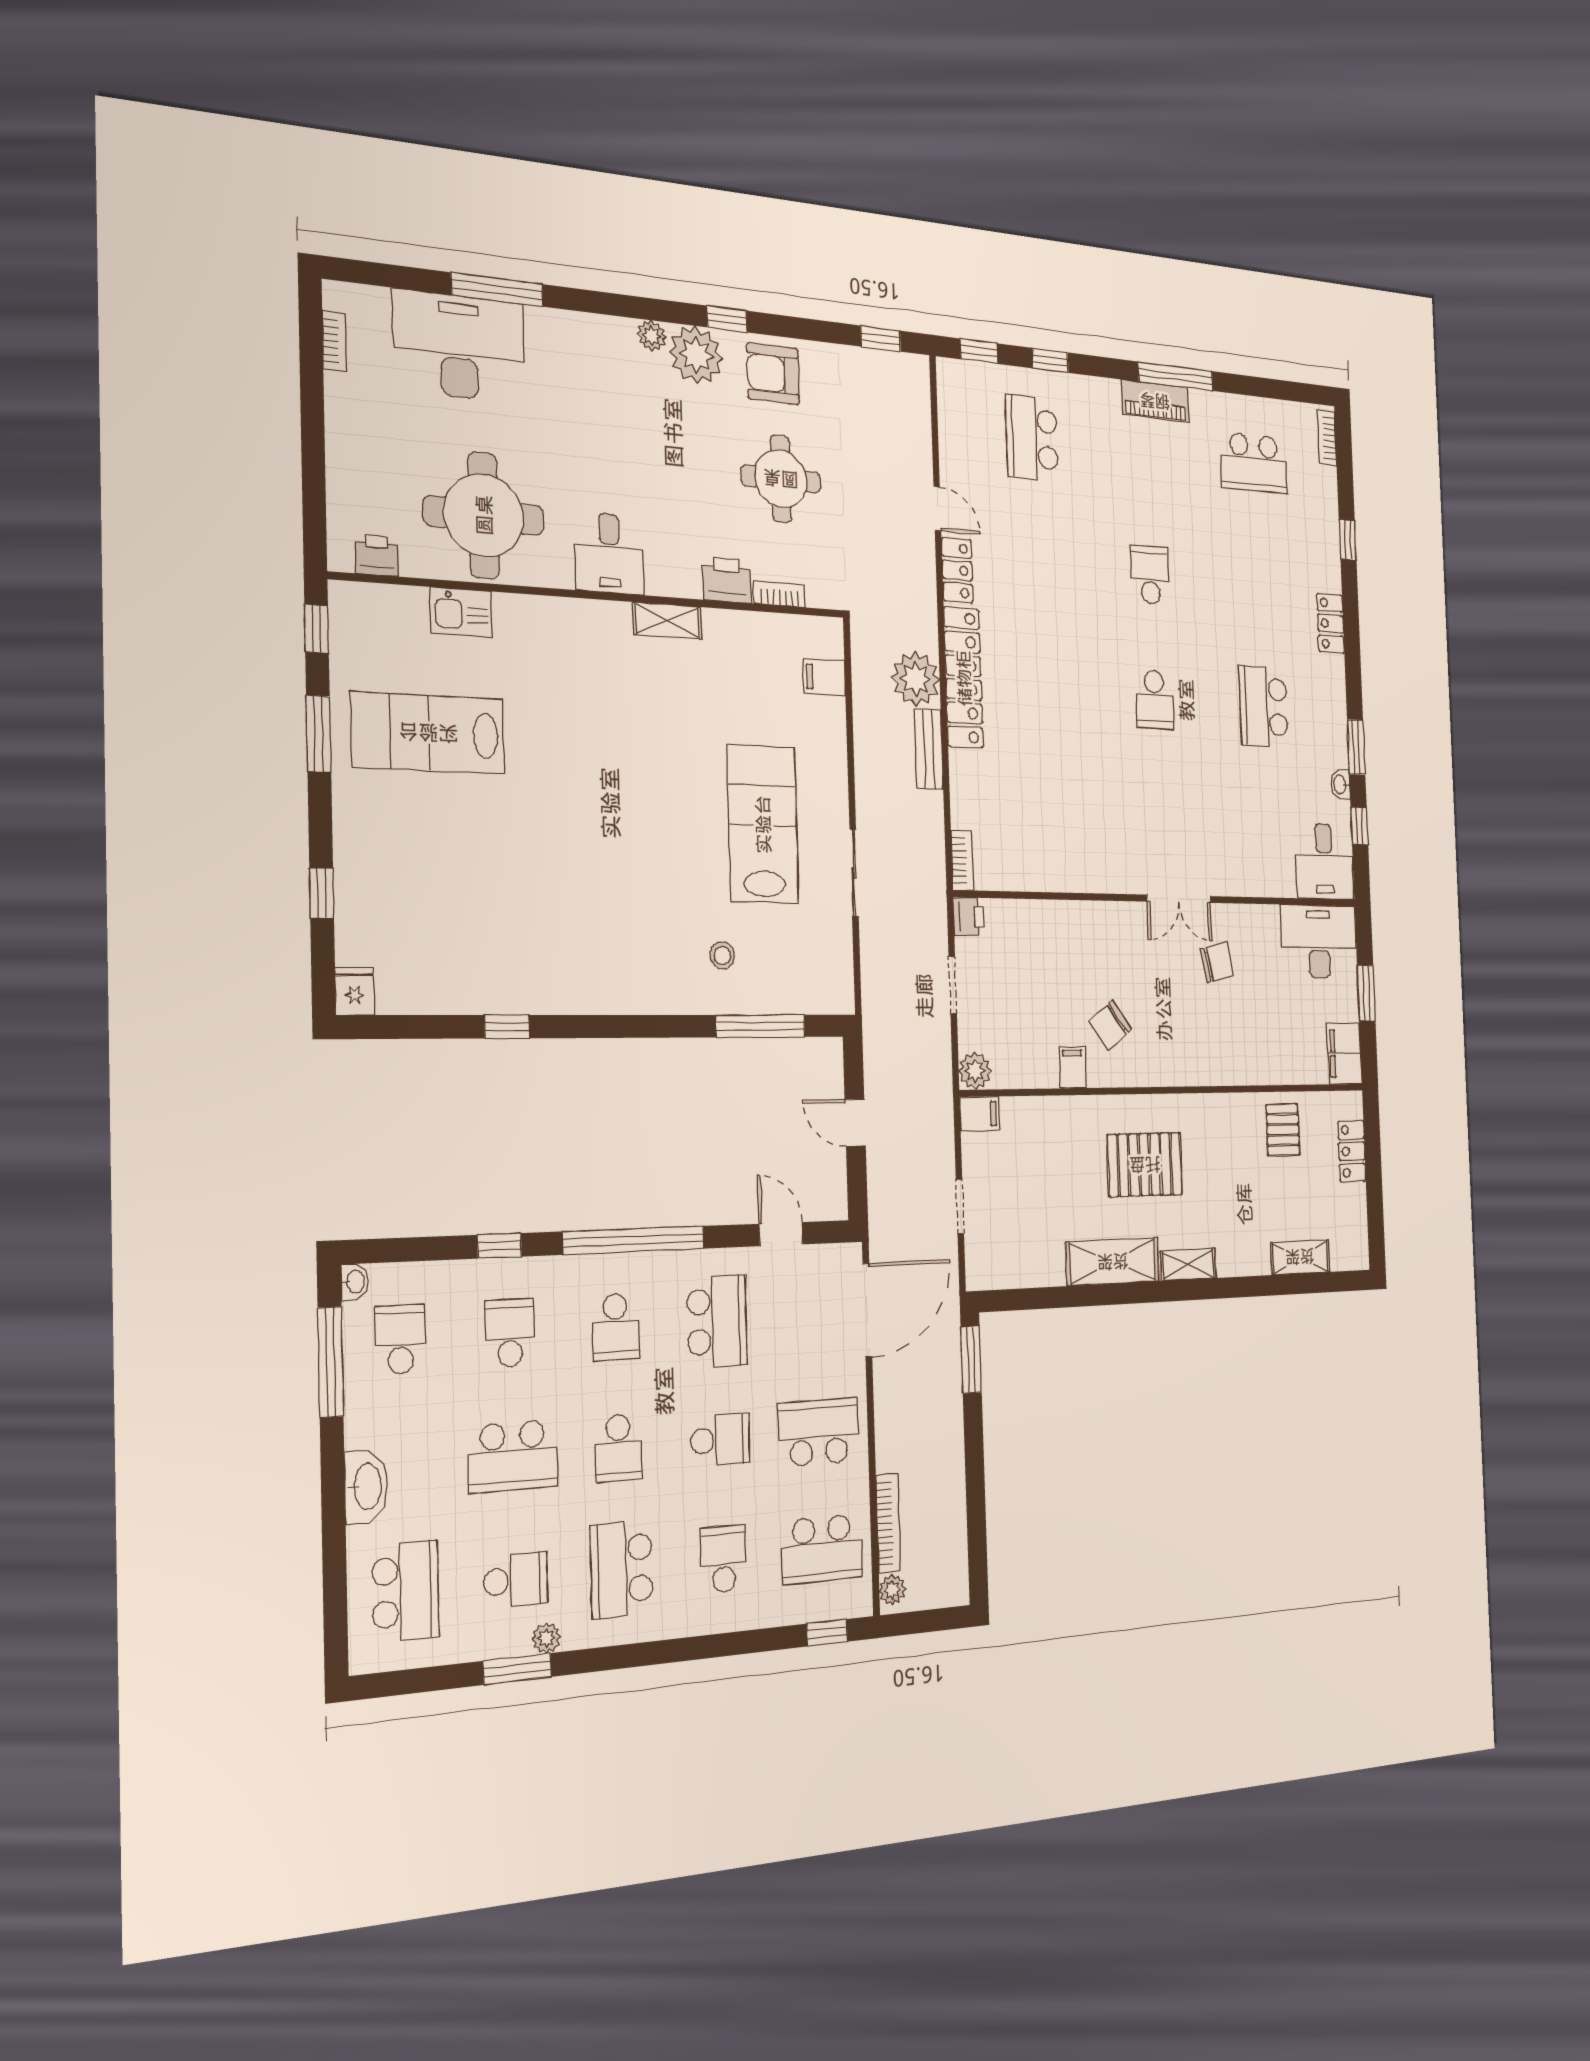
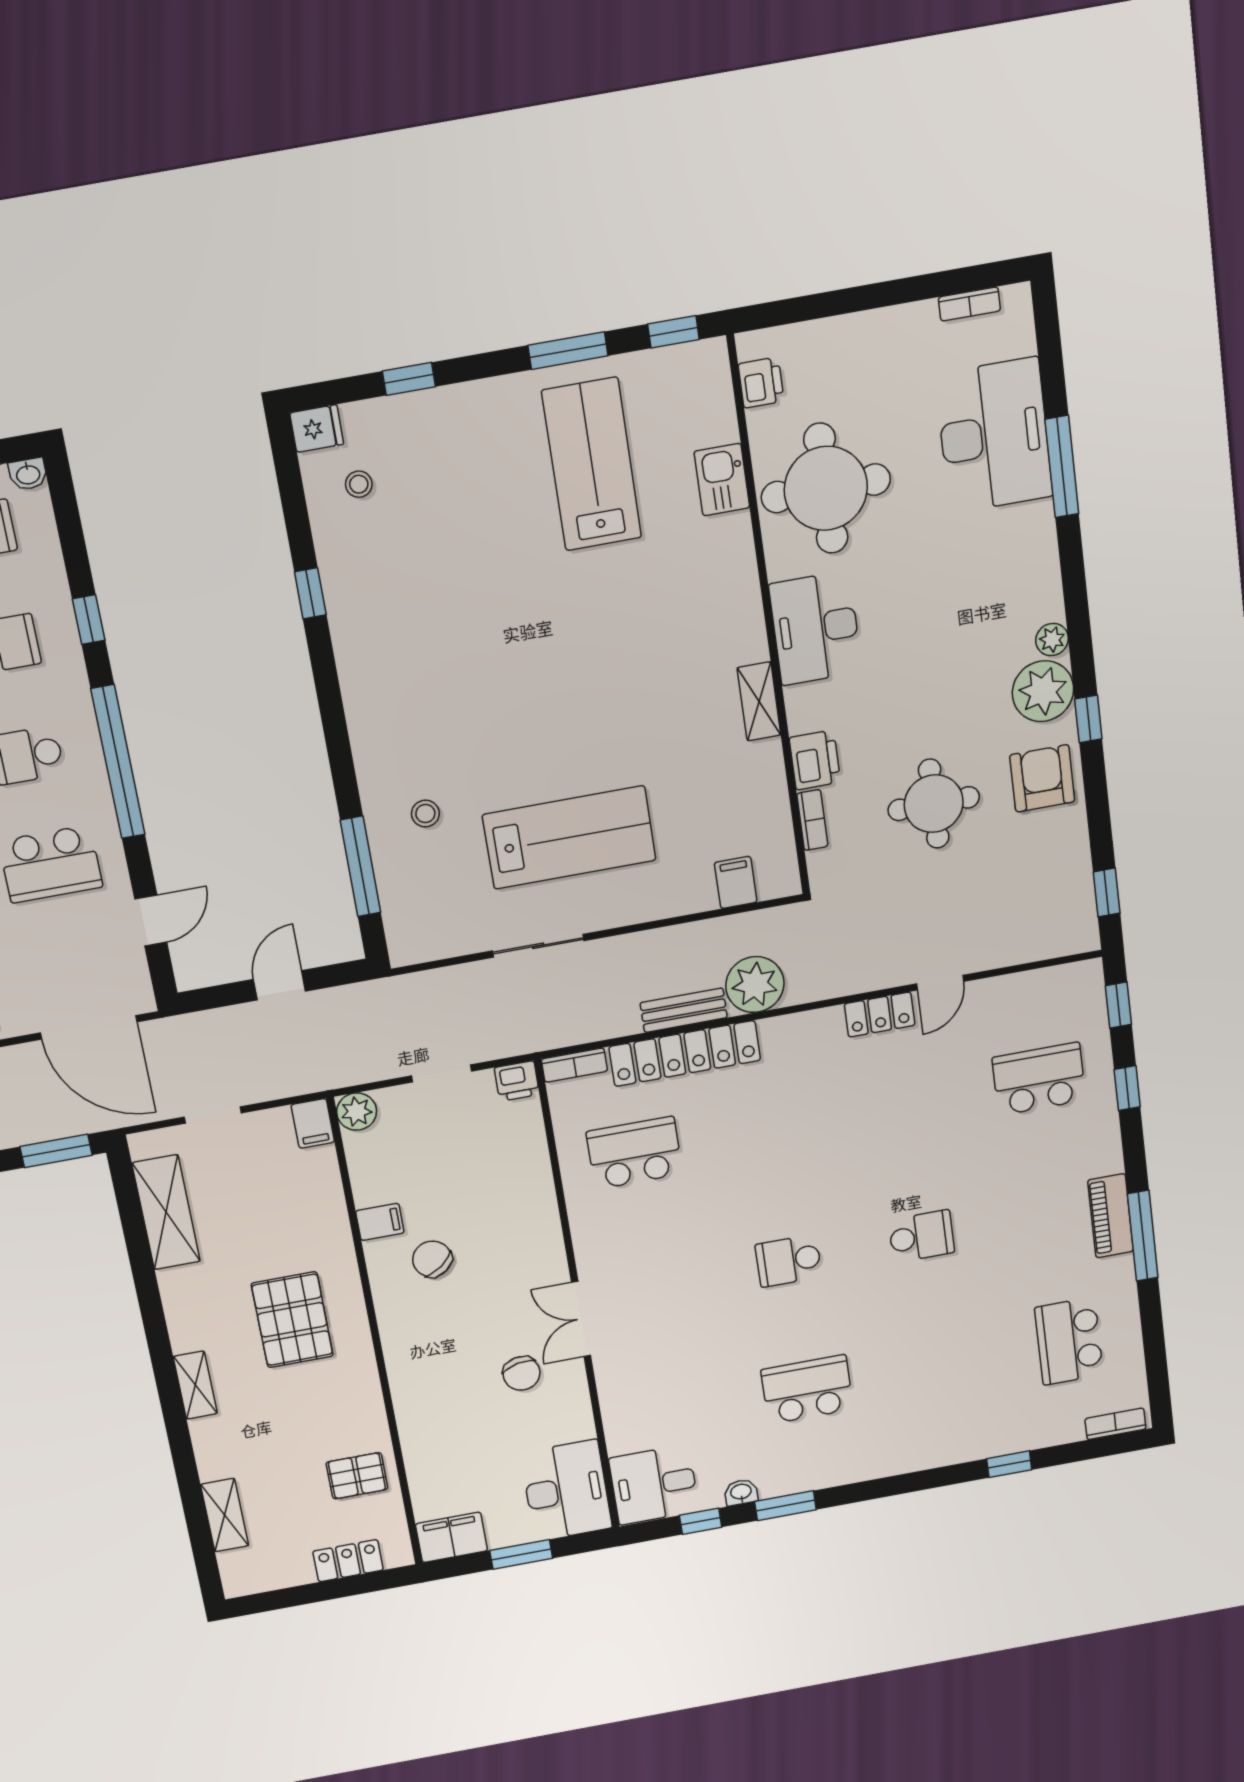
desk: (609, 553) -> (815, 628), width x1.37
locker: (1331, 623) -> (914, 1456), removed
locker: (964, 678) -> (685, 1053), moved
school desk: (1045, 821) -> (634, 1153), added
stool: (413, 961) -> (359, 484), added
shelving: (1113, 1262) -> (166, 1212), moved

